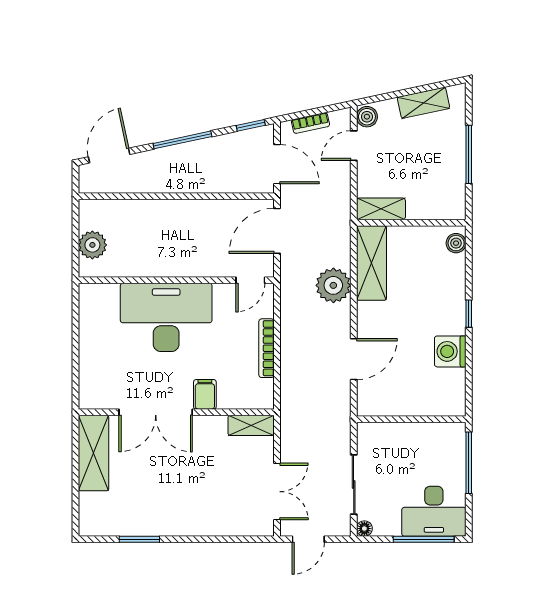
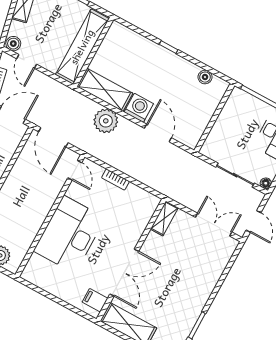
shelving: (381, 209) -> (82, 47), width x2.20, depth x1.33
boiler: (456, 243) -> (205, 77), moved
bookcase: (266, 348) -> (115, 179), width x0.64
washing machine: (450, 351) -> (139, 108), moved, turned 180
filing cabinet: (205, 394) -> (95, 300), moved

